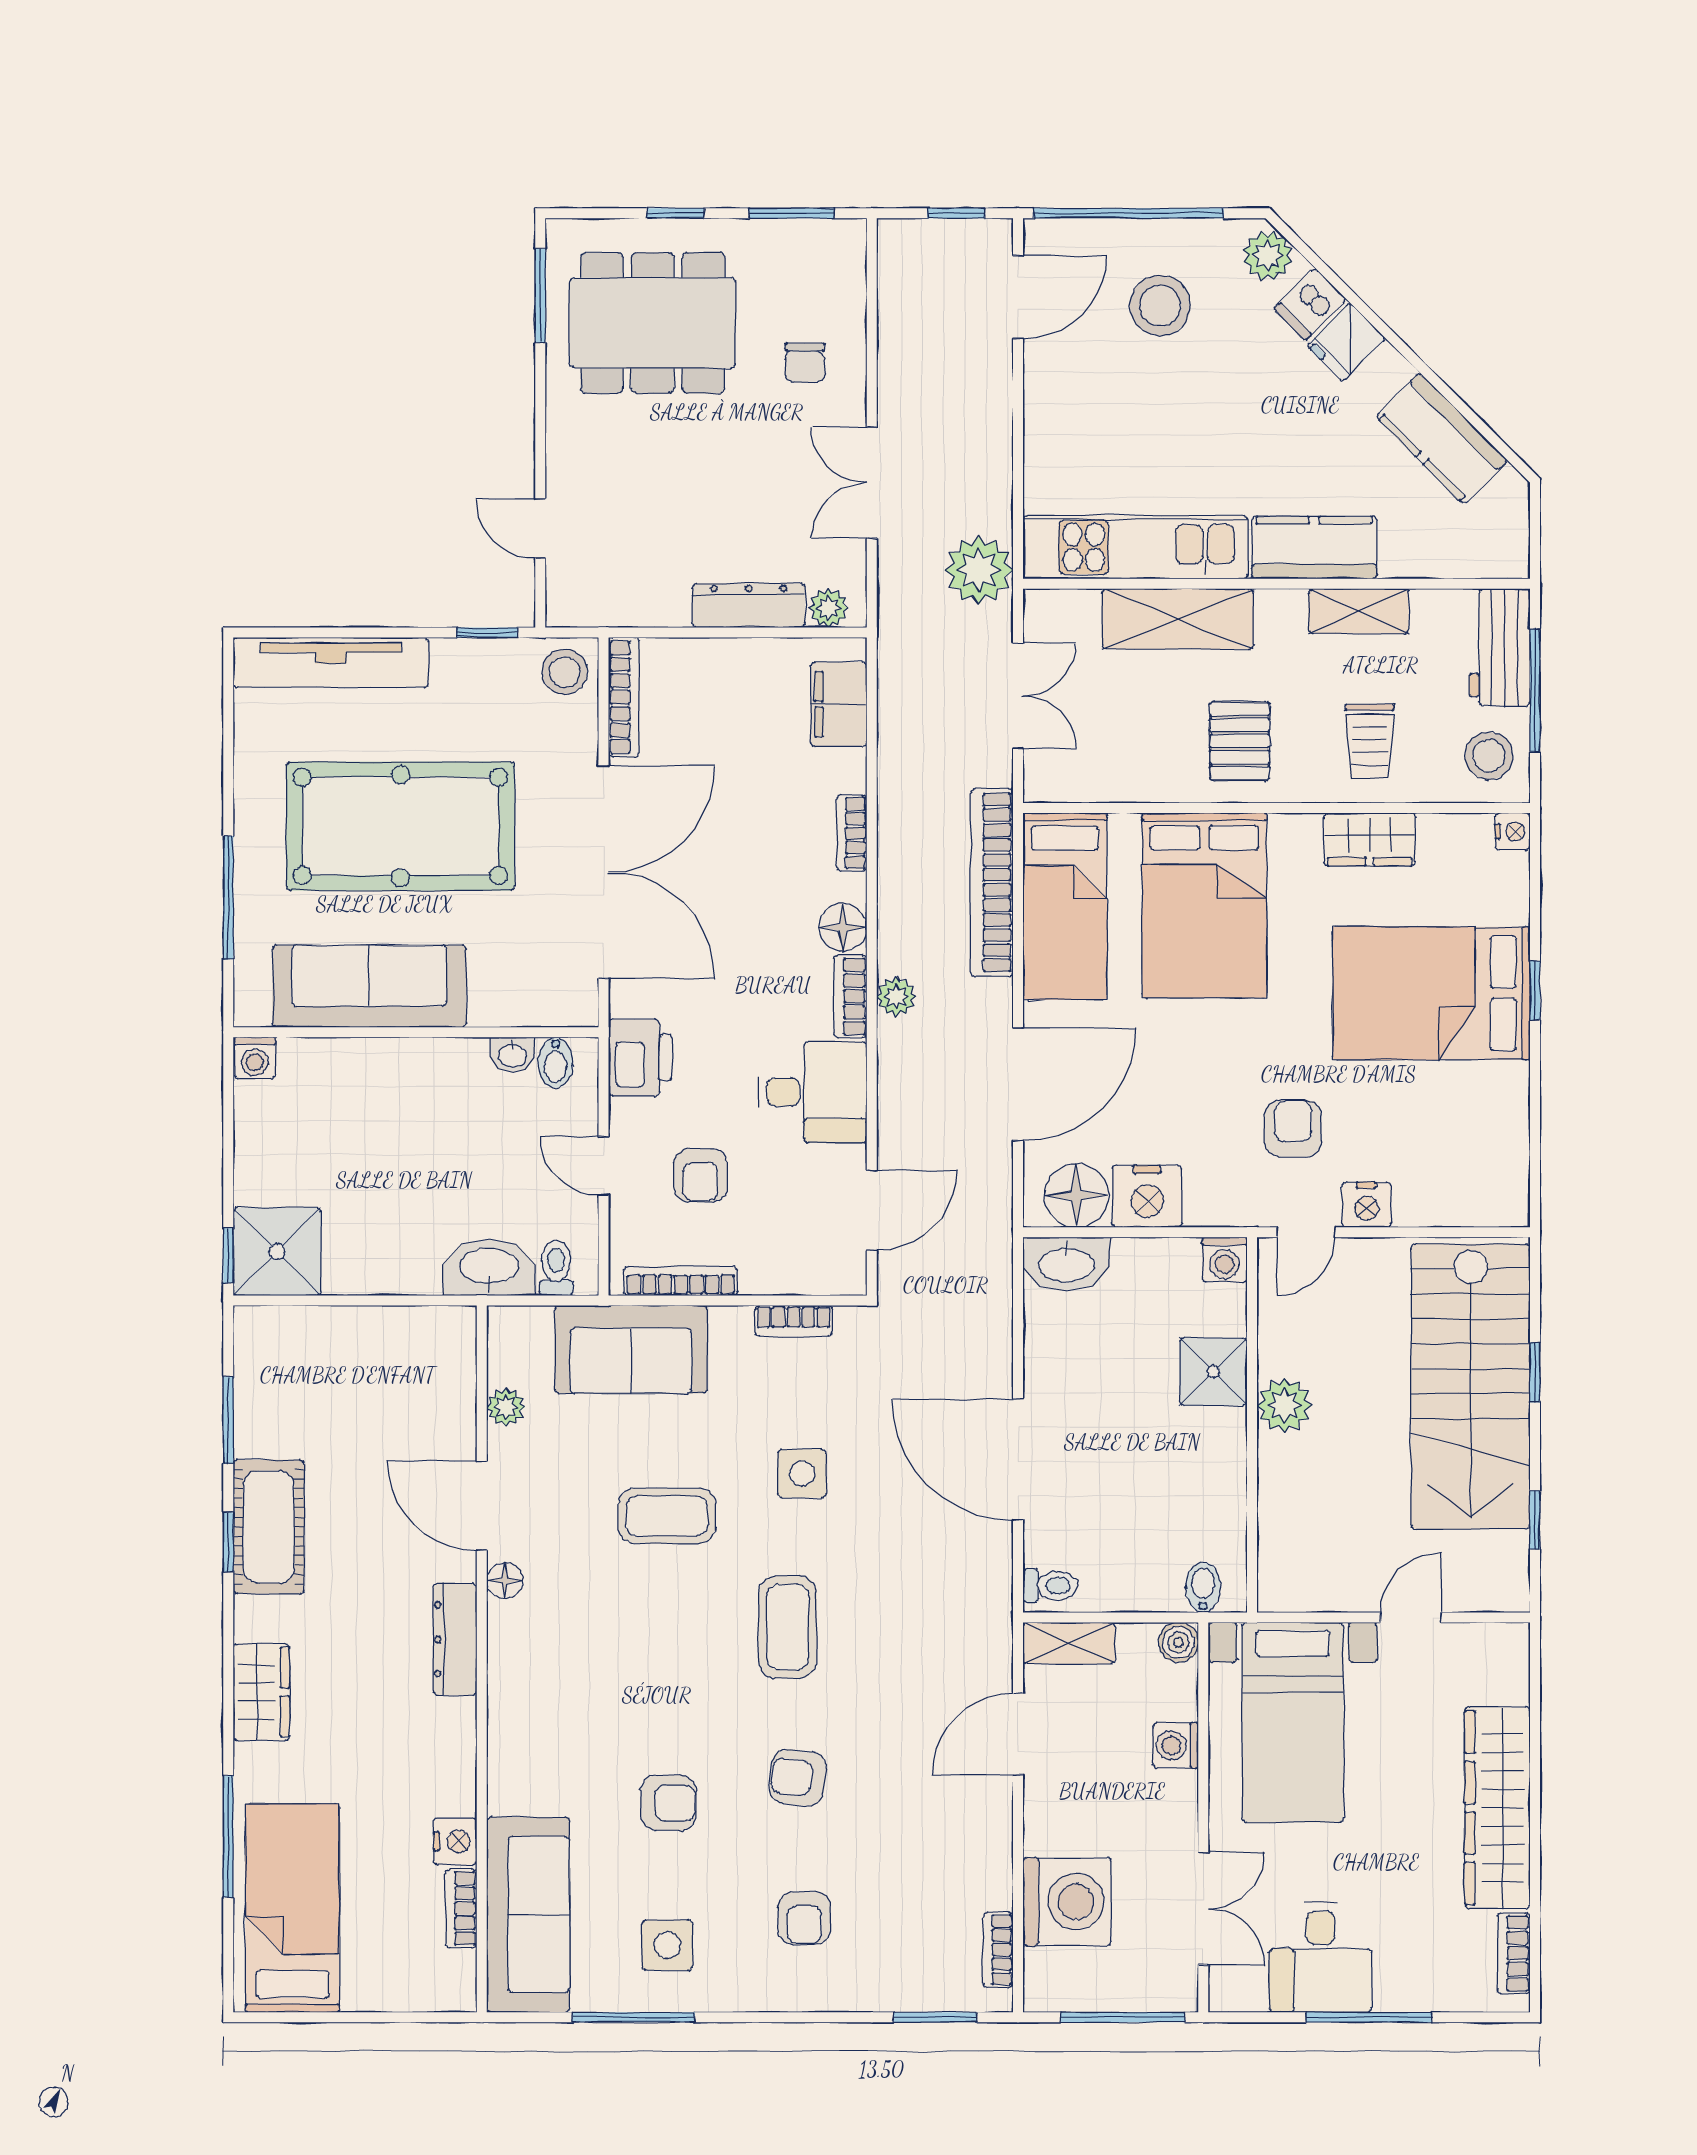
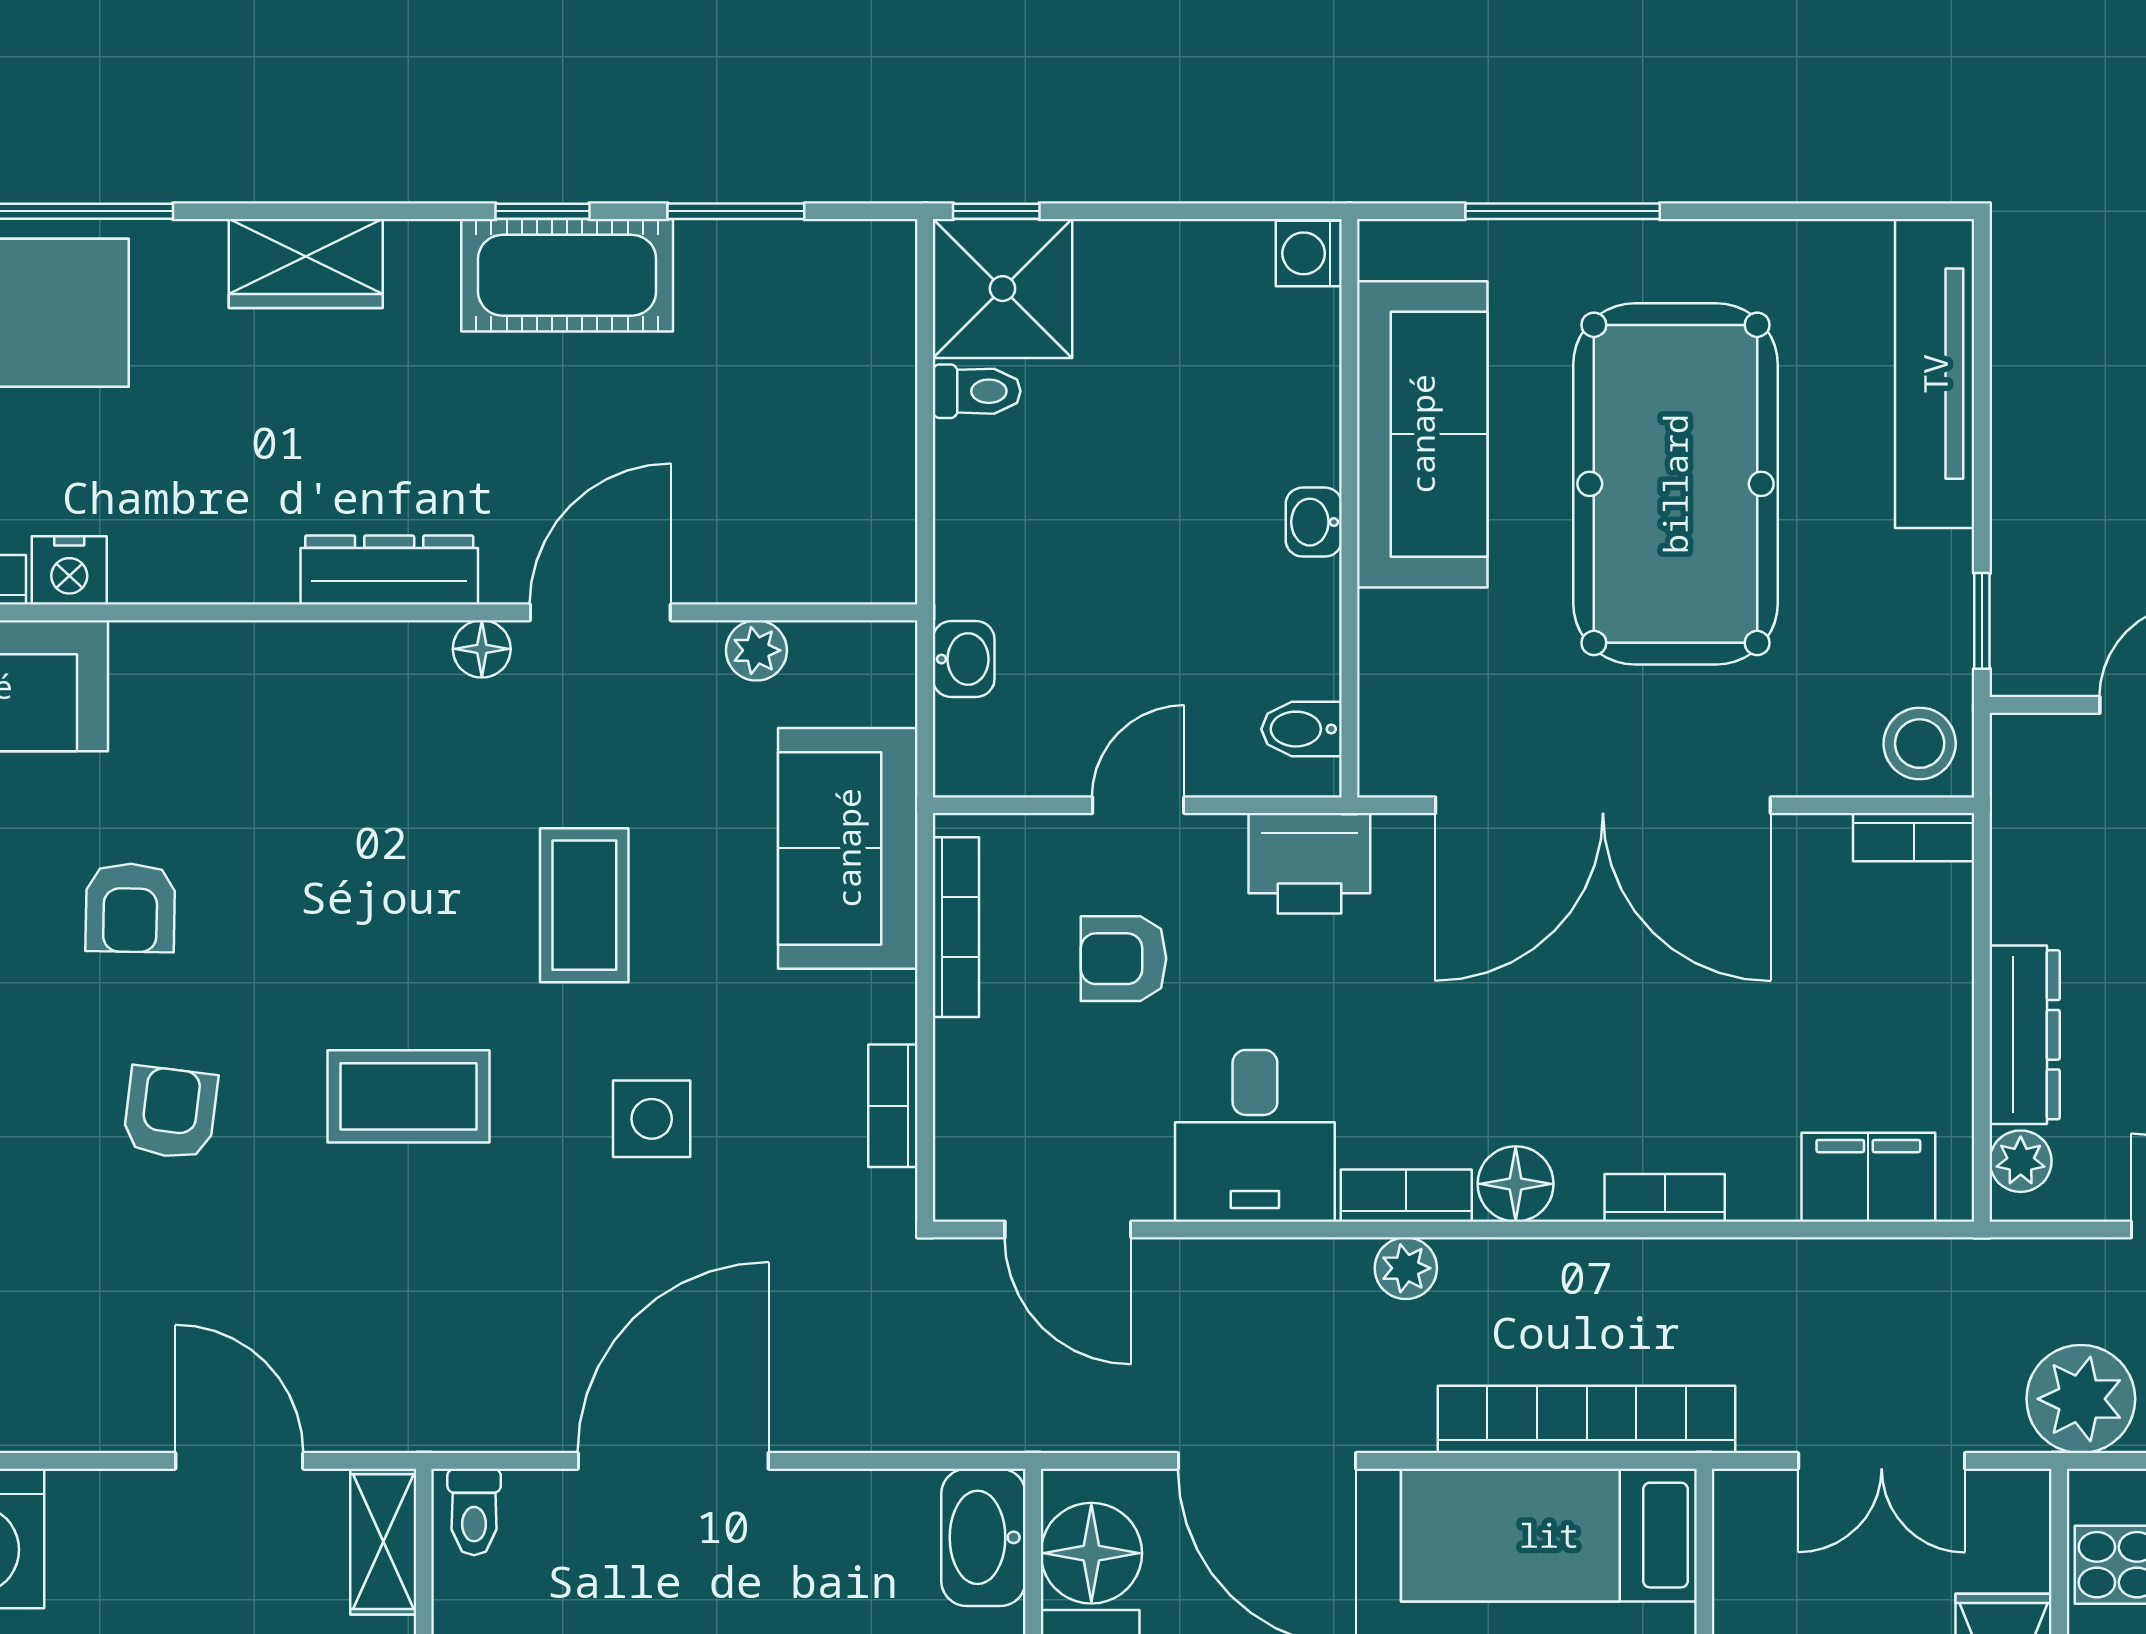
bookcase: (624, 697) -> (1914, 837), width x0.64
washbasin: (512, 1055) -> (1314, 522), moved
washbasin: (489, 1267) -> (964, 659), width x0.52, depth x0.69
toilet: (556, 1268) -> (977, 391), moved

